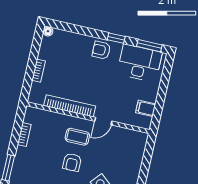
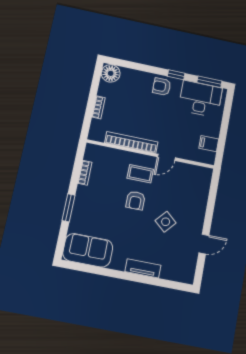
floor lamp: (48, 31) -> (111, 73), width x1.89, depth x1.89

